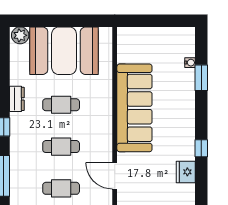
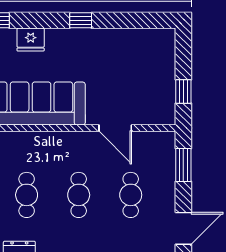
fridge: (186, 172) -> (31, 40), moved
door: (115, 176) -> (115, 128), hinge flipped

